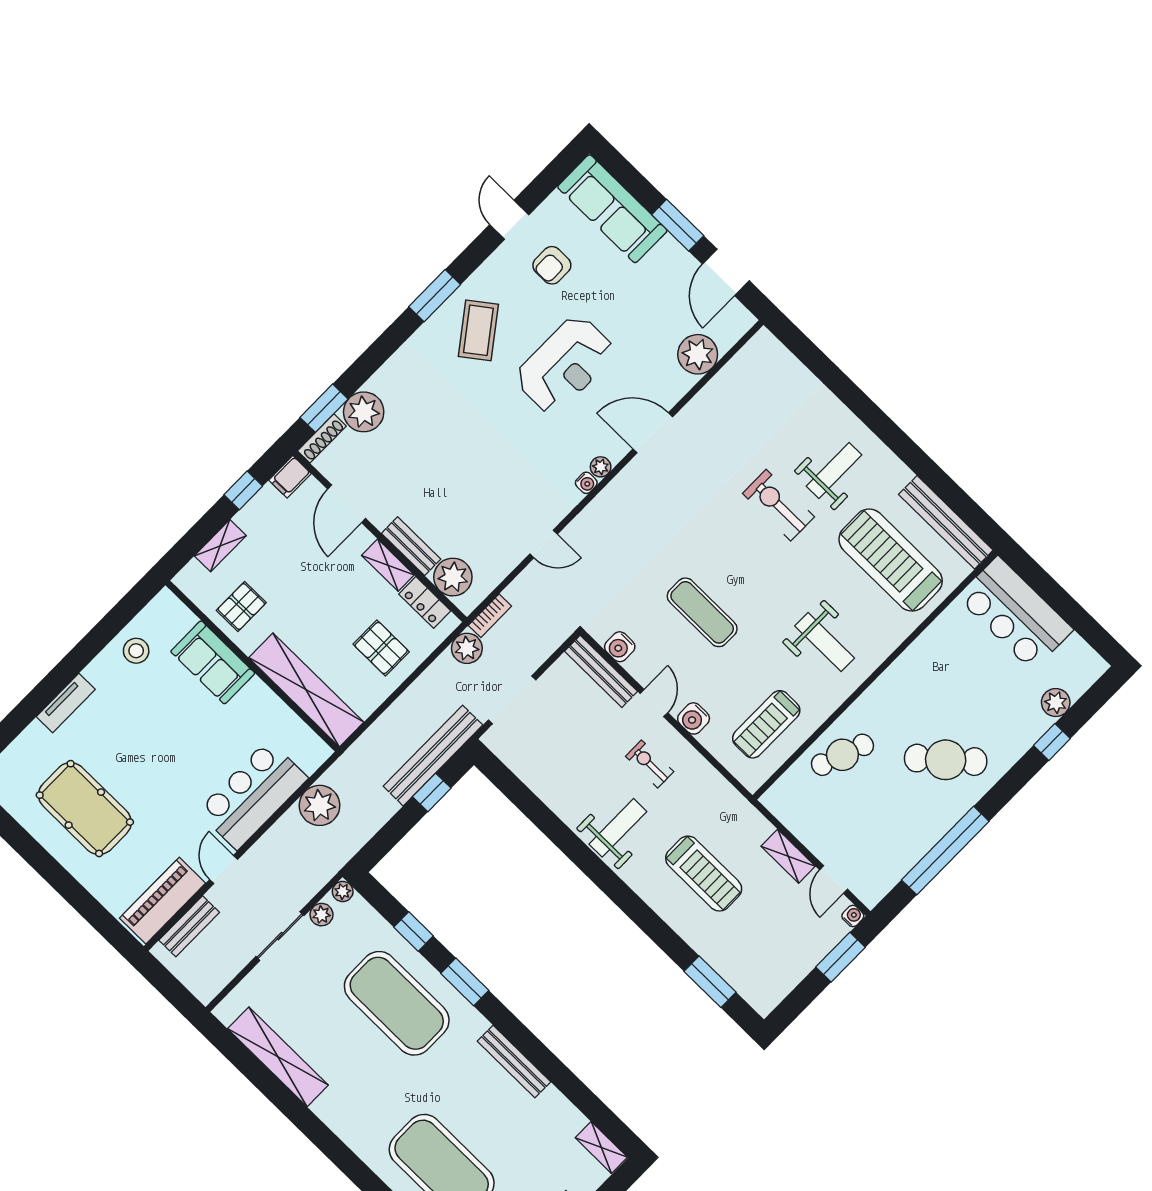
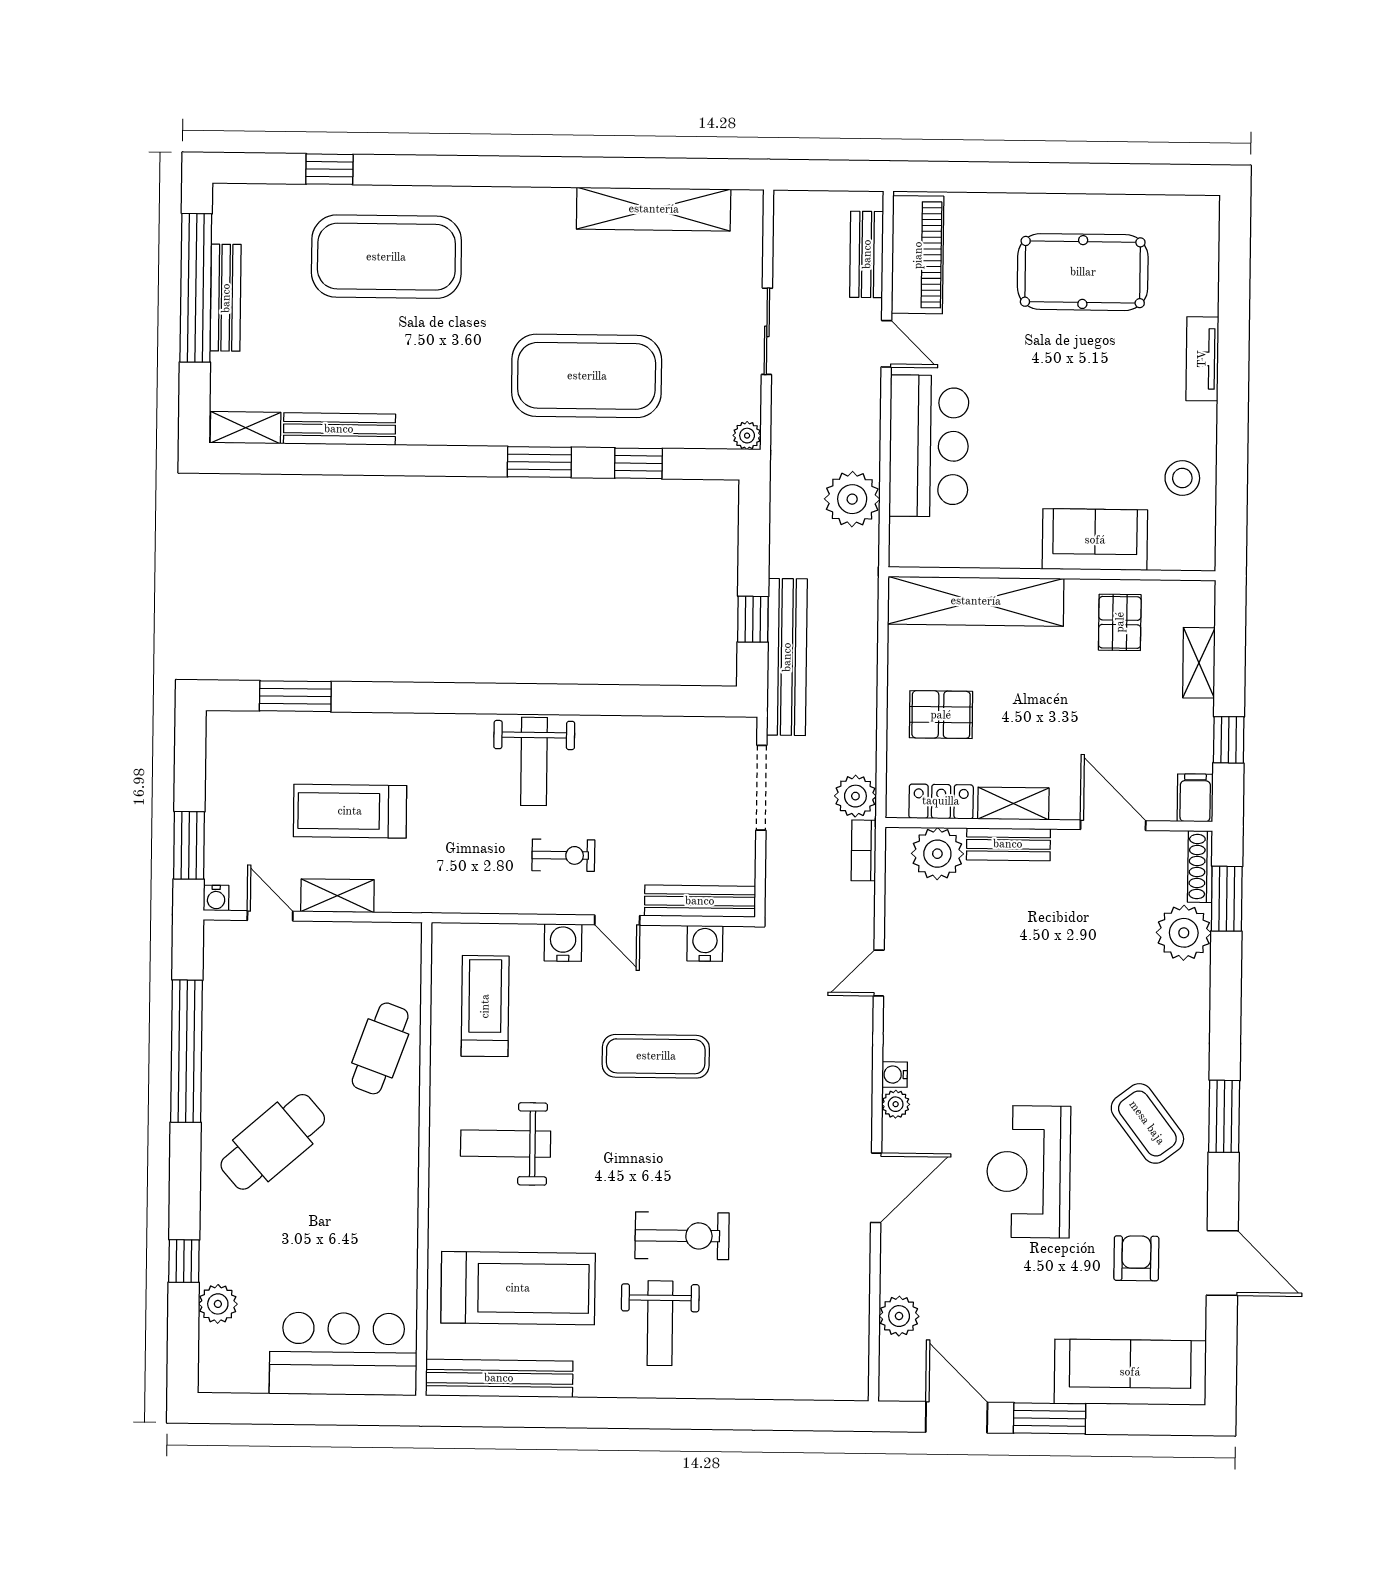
door: (509, 220) -> (1222, 1263), width x1.37
plant: (698, 354) -> (899, 1316), width x0.73, depth x0.73
treadmill: (704, 874) -> (350, 811), moved
plant: (321, 915) -> (746, 392), removed
bench: (514, 1061) -> (339, 429), moved

